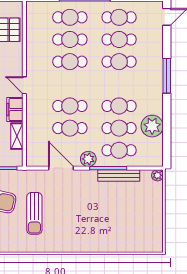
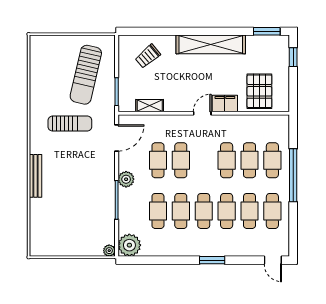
window: (167, 76) -> (212, 260), width x0.69
filing cabinet: (15, 109) -> (225, 103), moved
plant: (152, 126) -> (129, 245), moved
cafe table: (119, 150) -> (204, 211), moved
door: (61, 168) -> (117, 138), moved
bench: (119, 175) -> (35, 176), moved
sun lounger: (34, 213) -> (70, 124), turned 180

